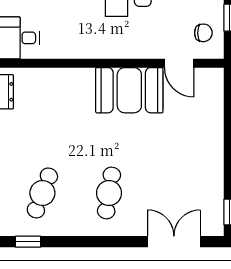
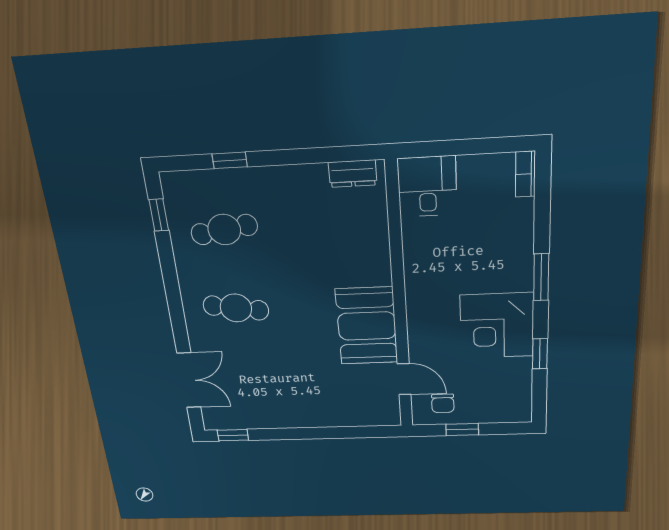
door: (179, 63) -> (404, 379), swing flipped
cafe table: (42, 193) -> (224, 230), turned -30

